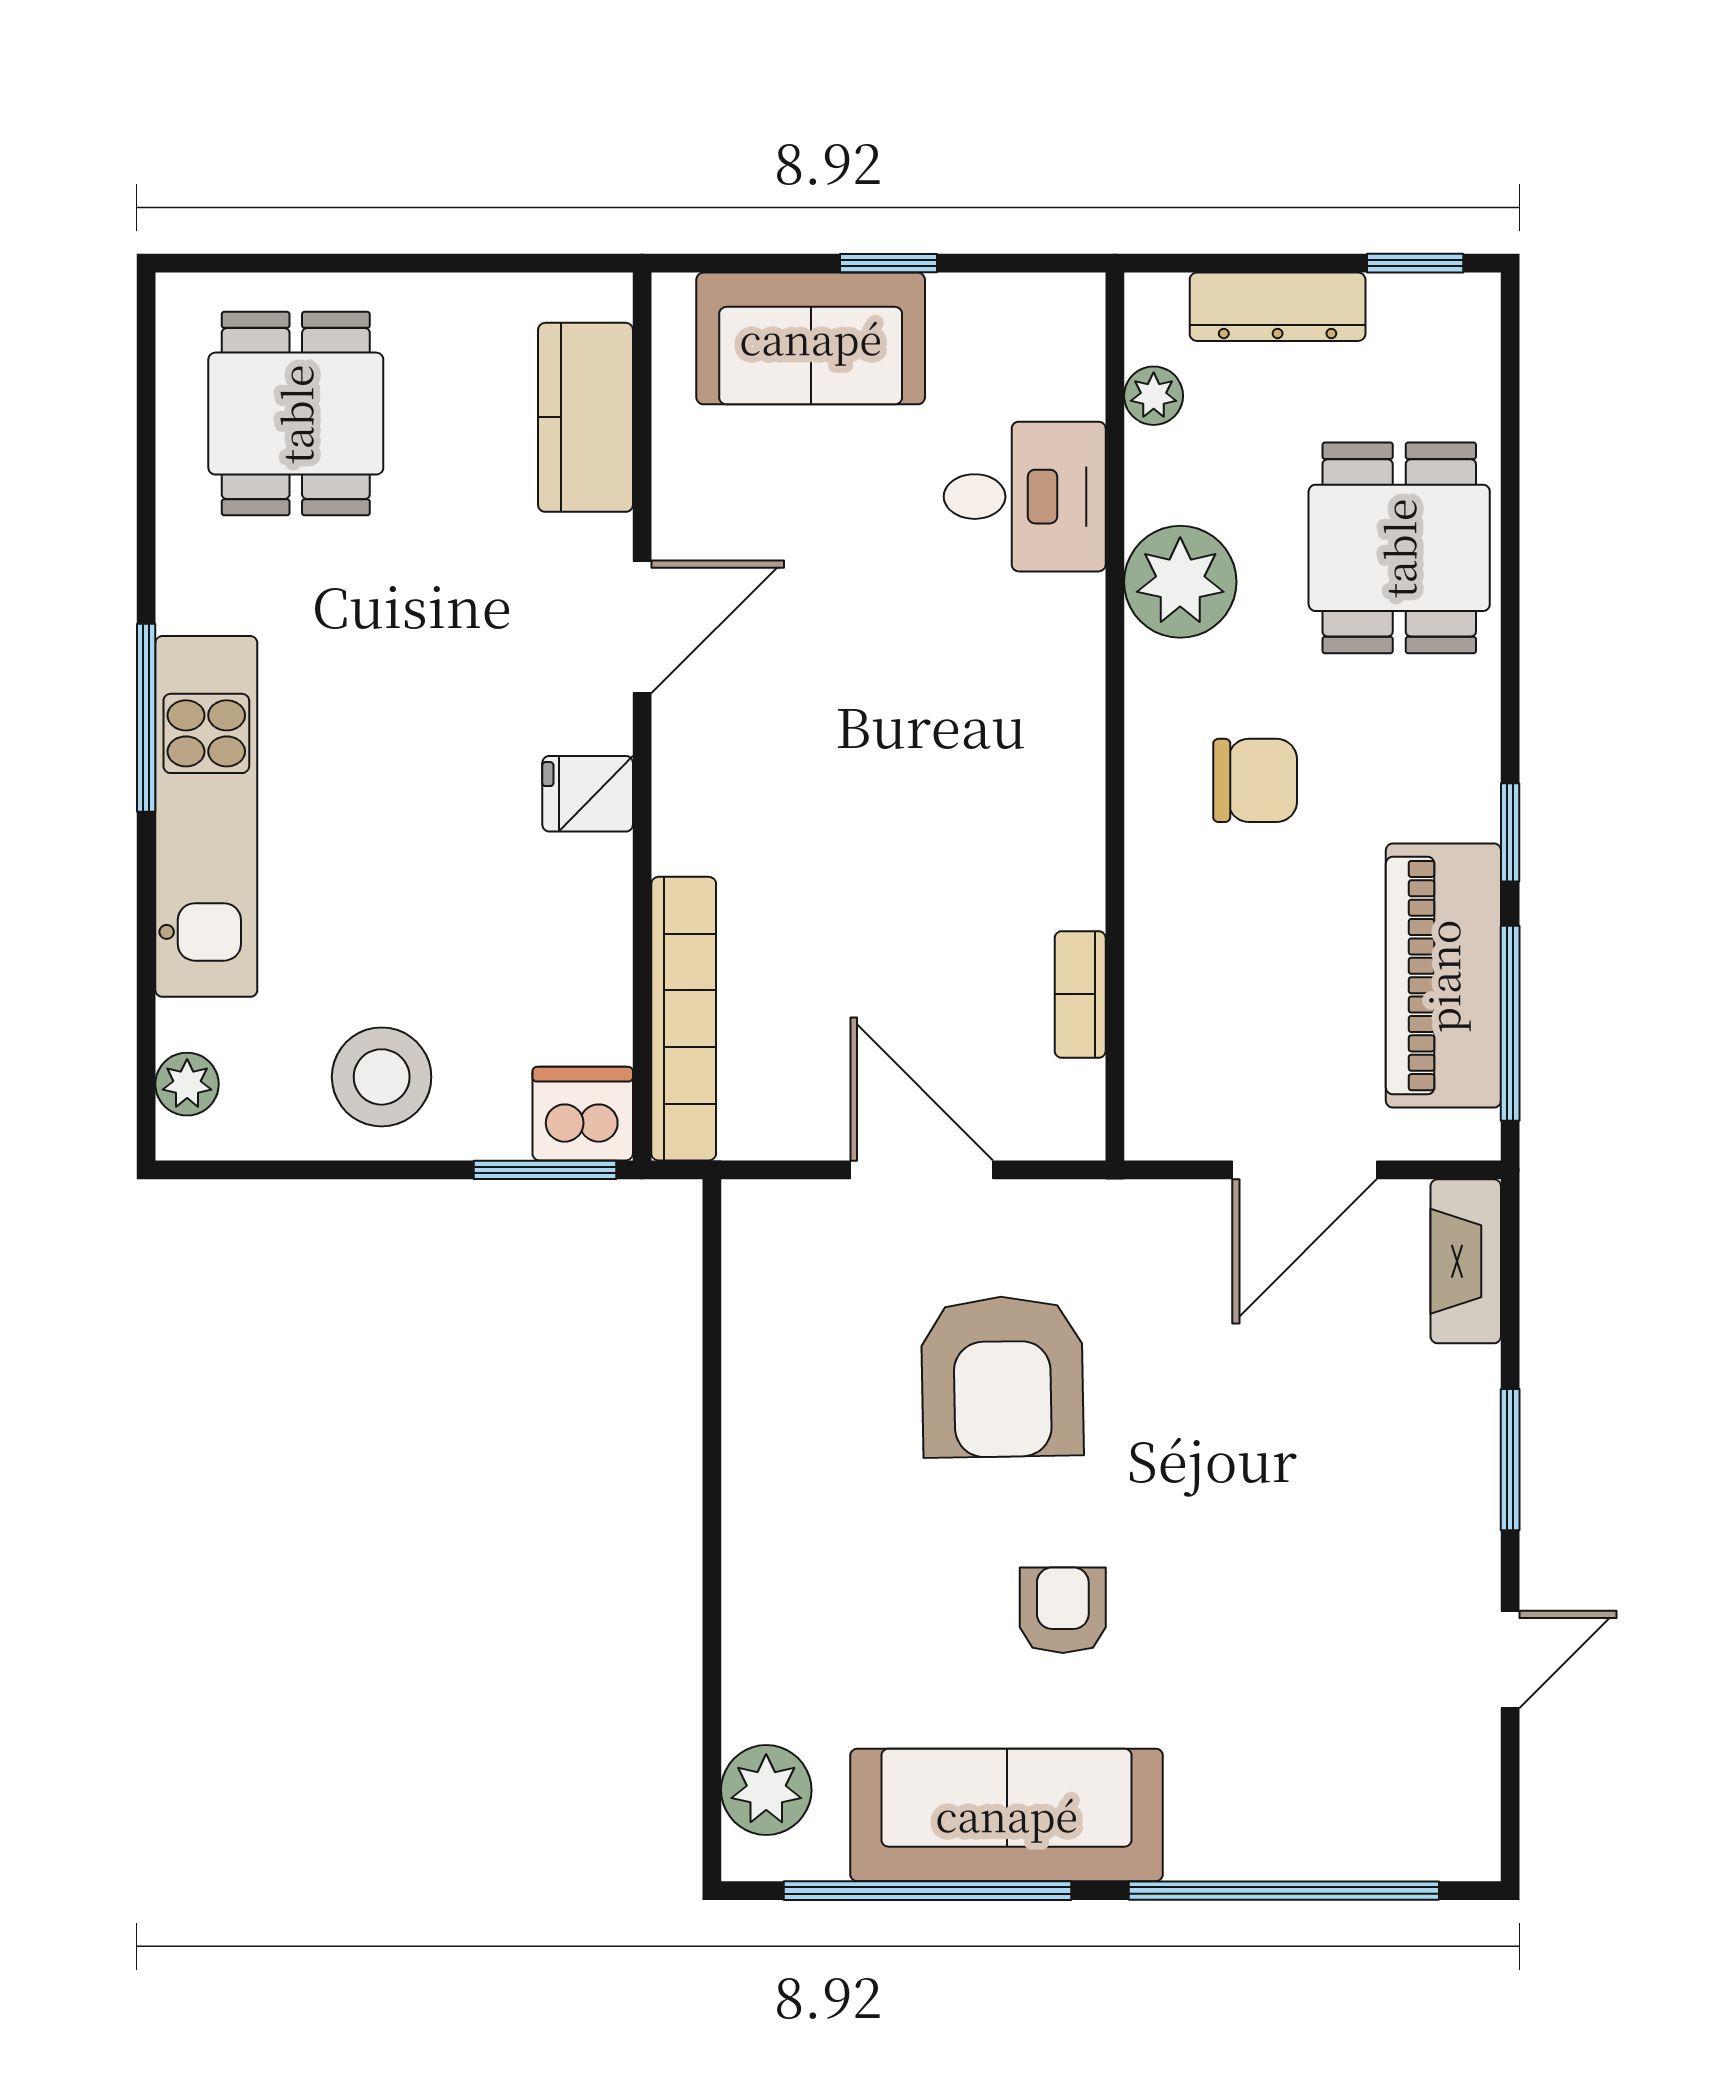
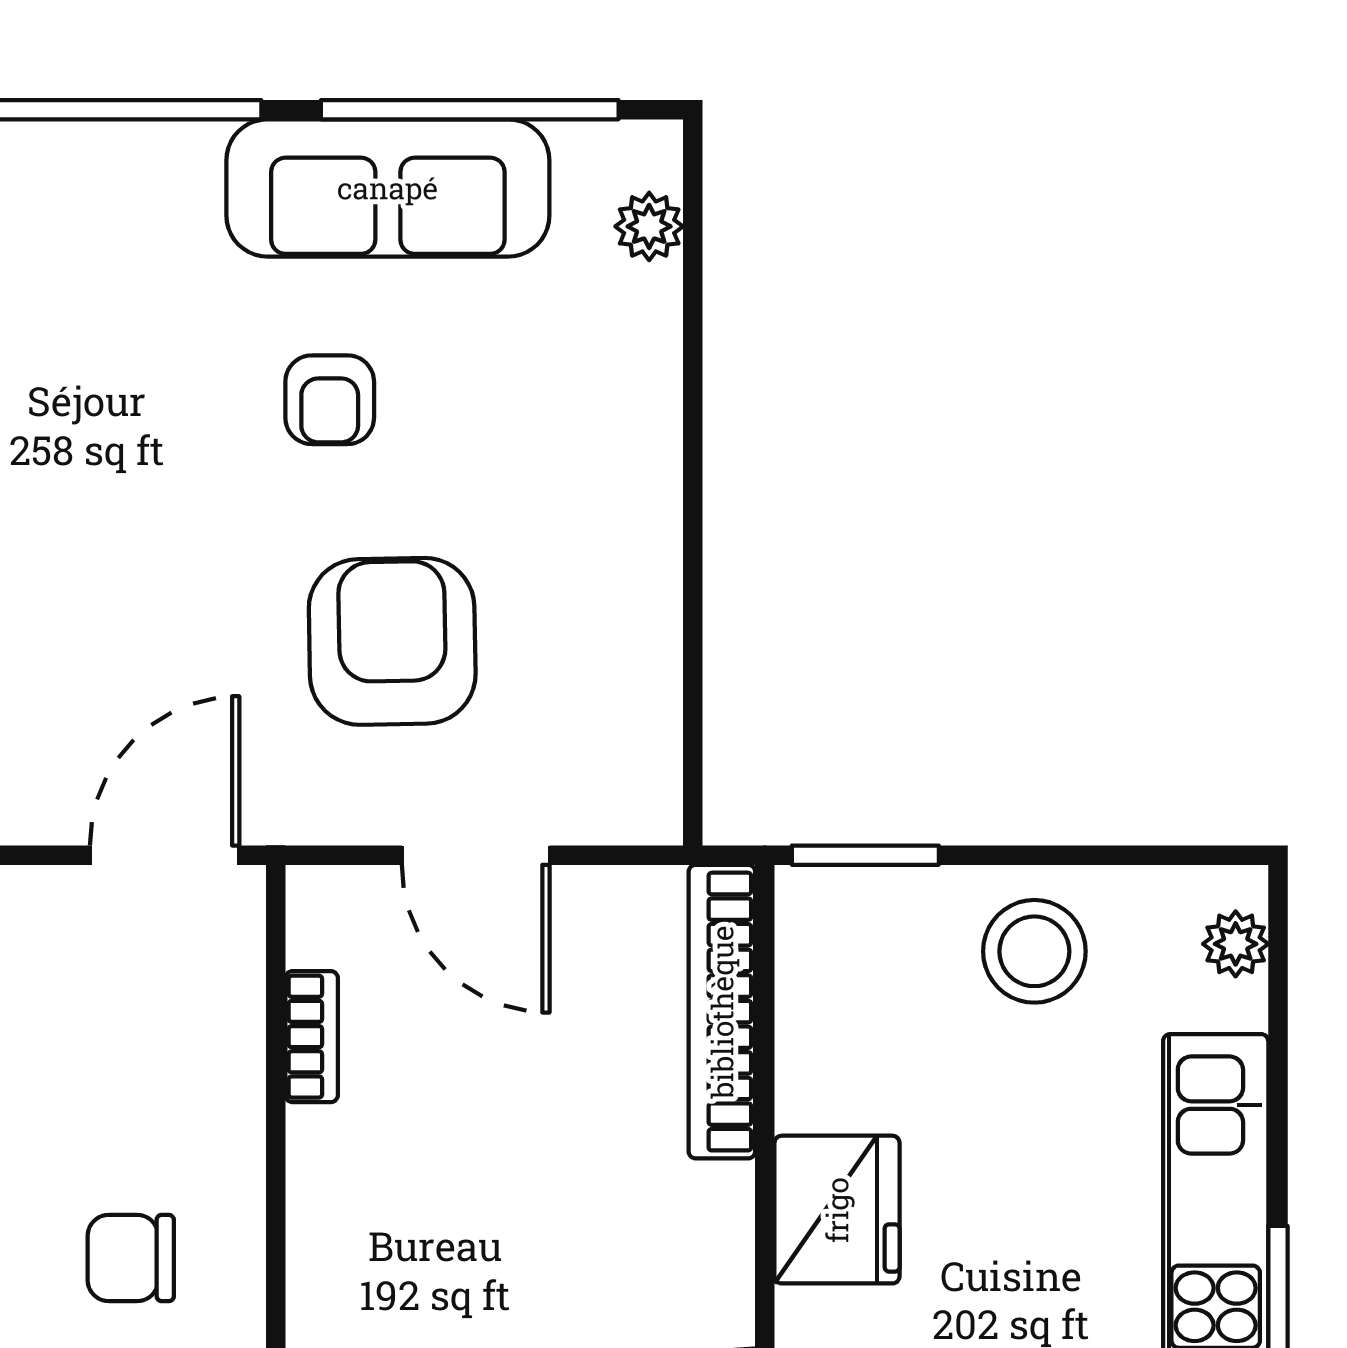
fridge: (588, 794) -> (837, 1210), width x1.88, depth x1.34
dishwasher: (583, 1114) -> (826, 913), removed
door: (1304, 1170) -> (165, 855), moved
plant: (766, 1790) -> (649, 226), width x0.73, depth x0.73

